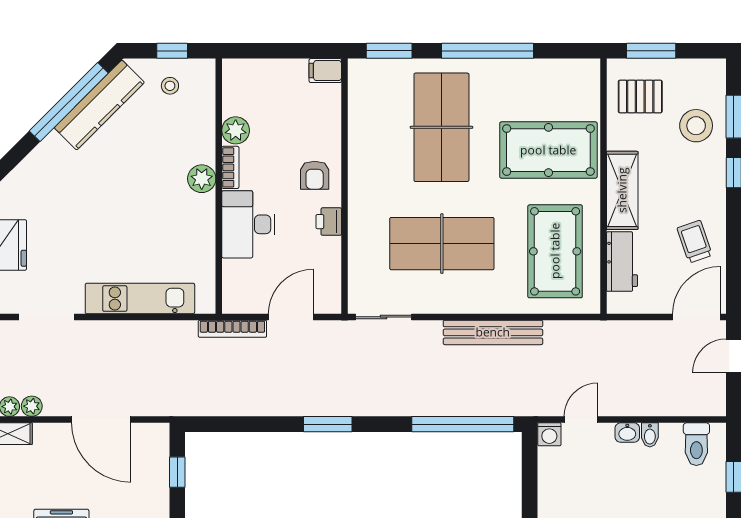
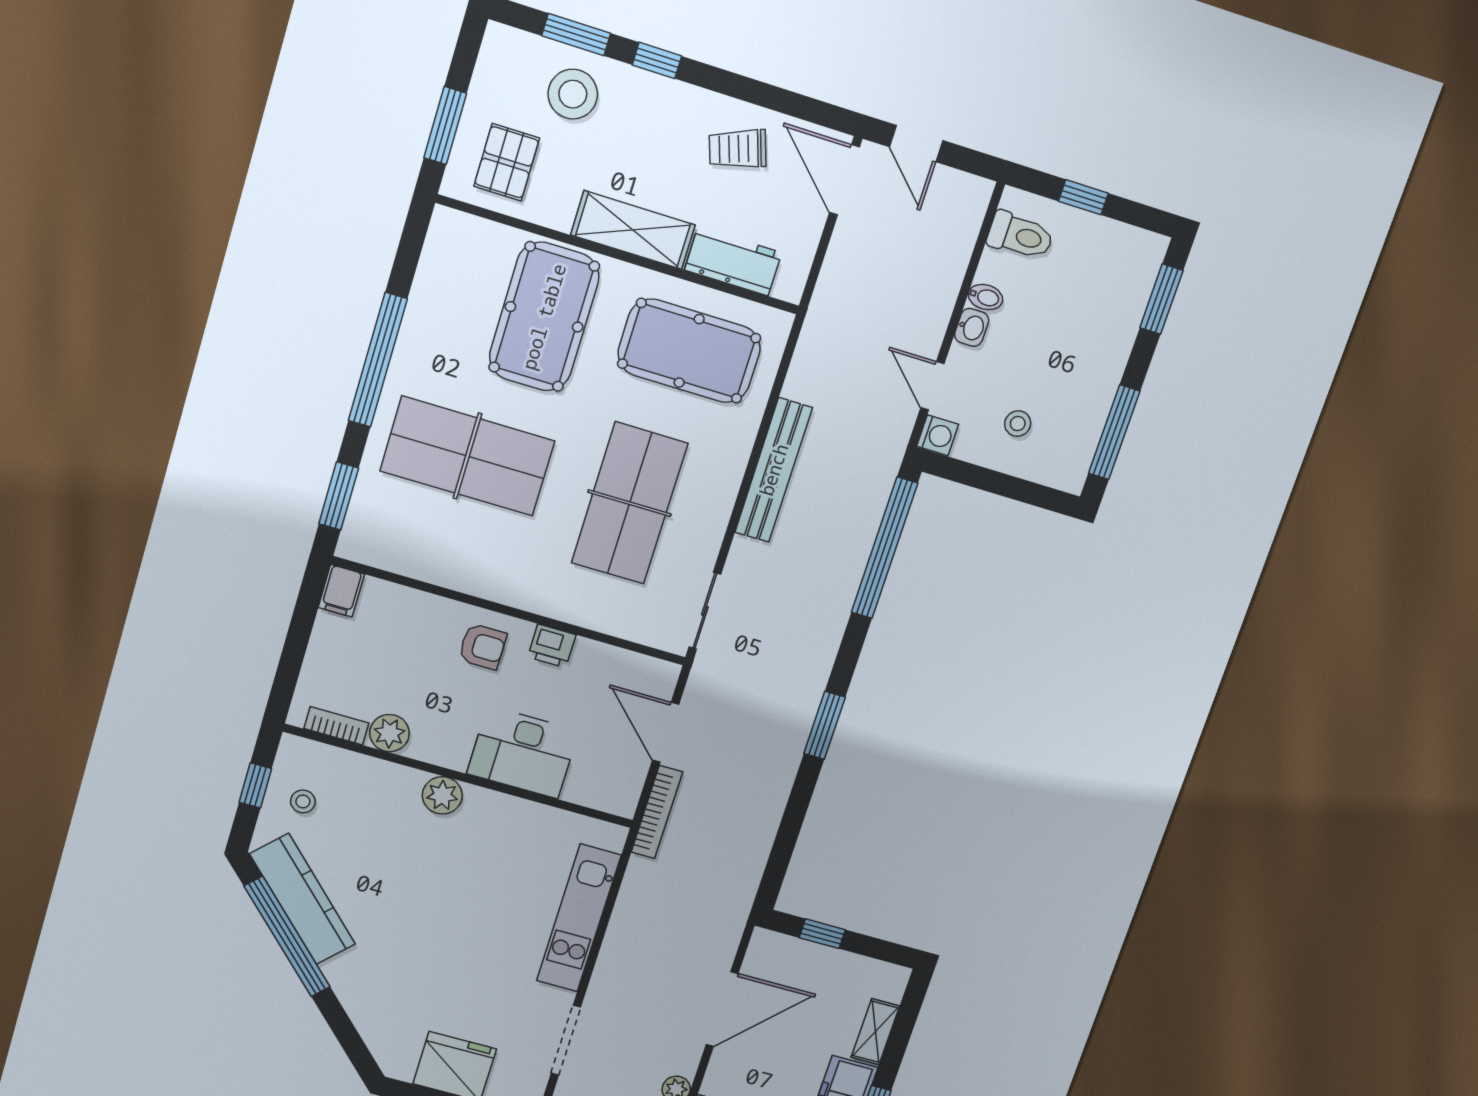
bookcase: (230, 167) -> (336, 726), moved
stool: (573, 485) -> (1018, 424), added

